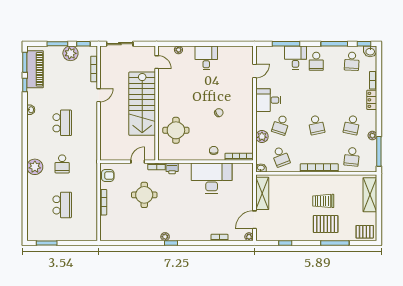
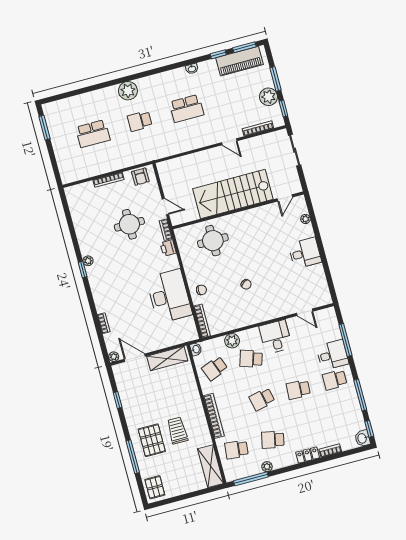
school desk: (352, 61) -> (298, 390), moved
shelving: (370, 195) -> (211, 466), moved, turned 90

